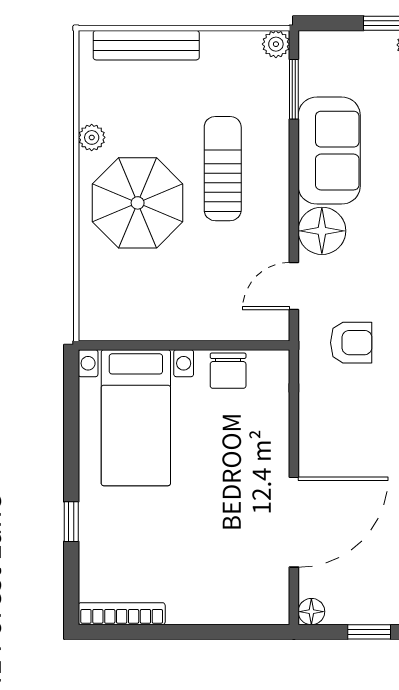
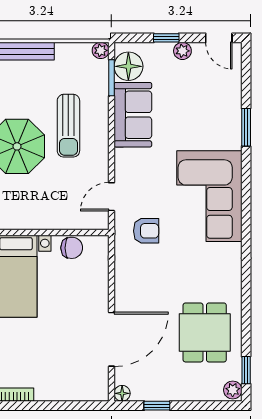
sun lounger: (223, 169) -> (68, 126), turned 180
floor lamp: (322, 231) -> (128, 66), moved
chair: (228, 371) -> (72, 248), turned -90

